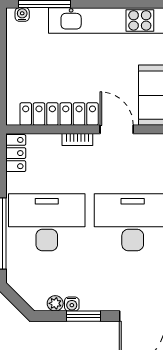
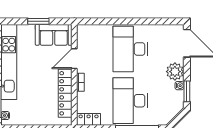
plant: (55, 303) -> (175, 72), moved, width x1.88, depth x1.88
window: (83, 316) -> (187, 91), moved

